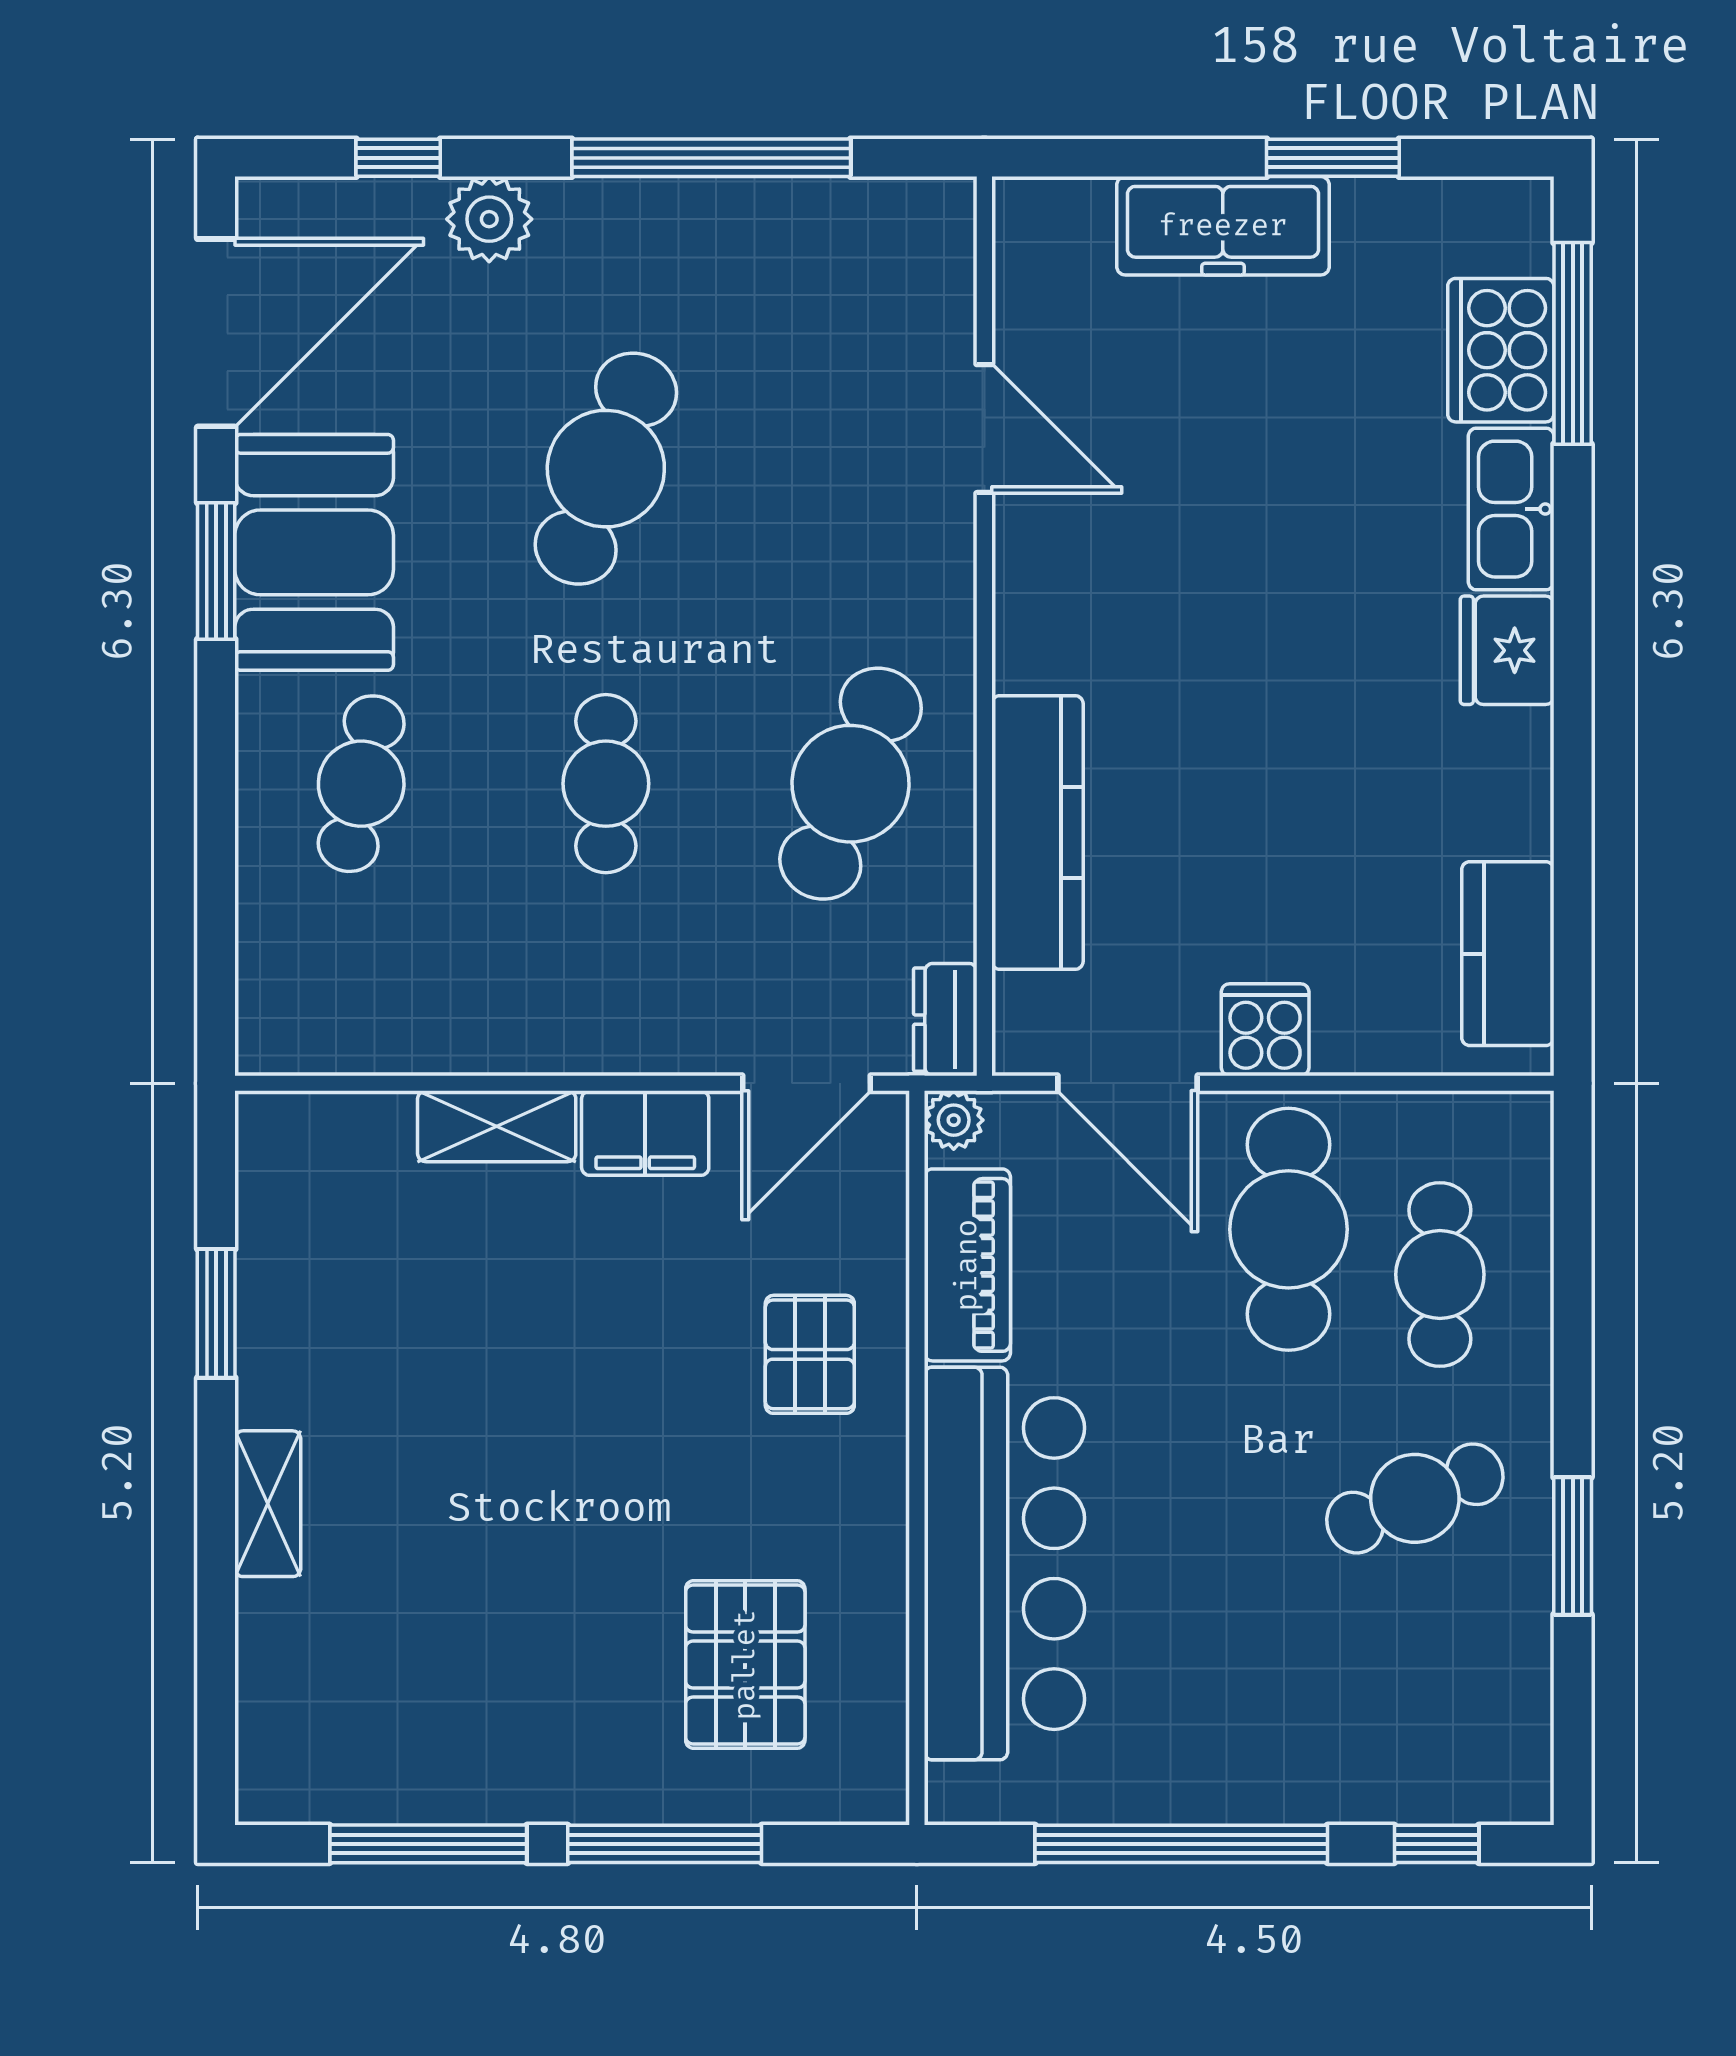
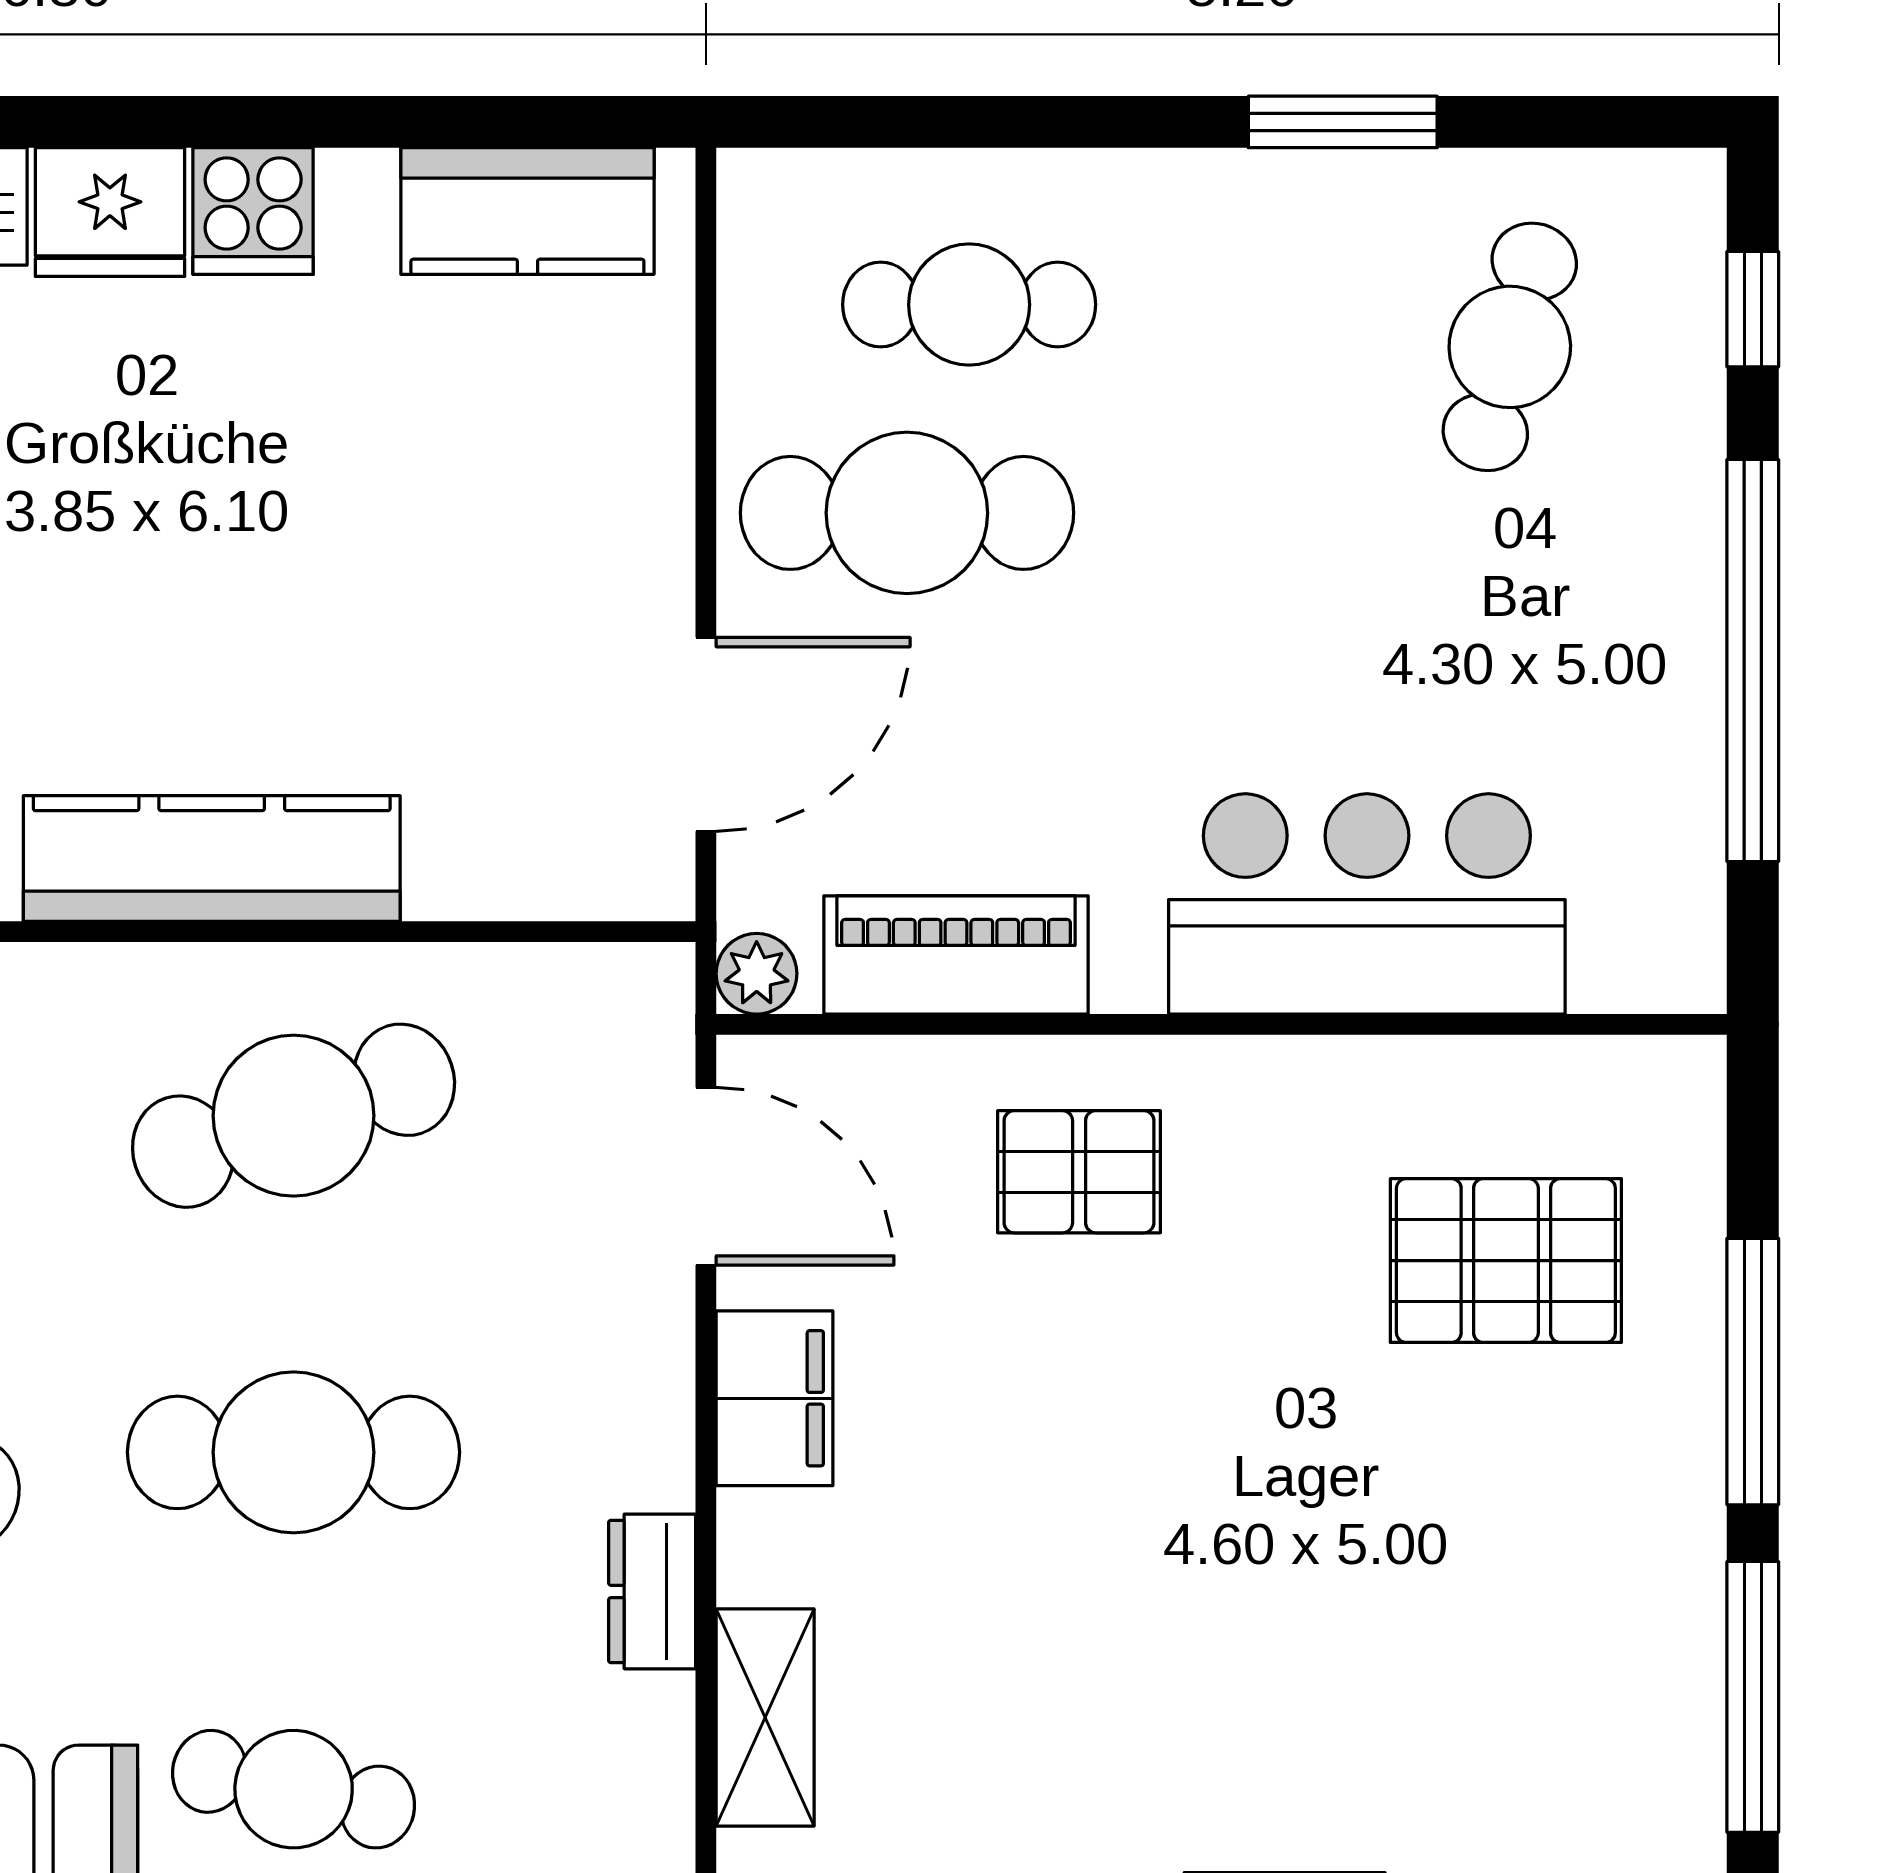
cafe table: (606, 784) -> (294, 1452), width x1.37, depth x1.35
cafe table: (851, 784) -> (294, 1116), turned -39
kitchen counter: (1037, 832) -> (212, 858), moved
dresser: (945, 1020) -> (652, 1591), moved, turned 90
cooker: (1265, 1030) -> (253, 211), moved, turned -90
shelving: (497, 1126) -> (765, 1718), moved
cafe table: (1415, 1498) -> (1510, 347), moved, turned 38
bar counter: (1004, 1564) -> (1367, 904), width x0.73

